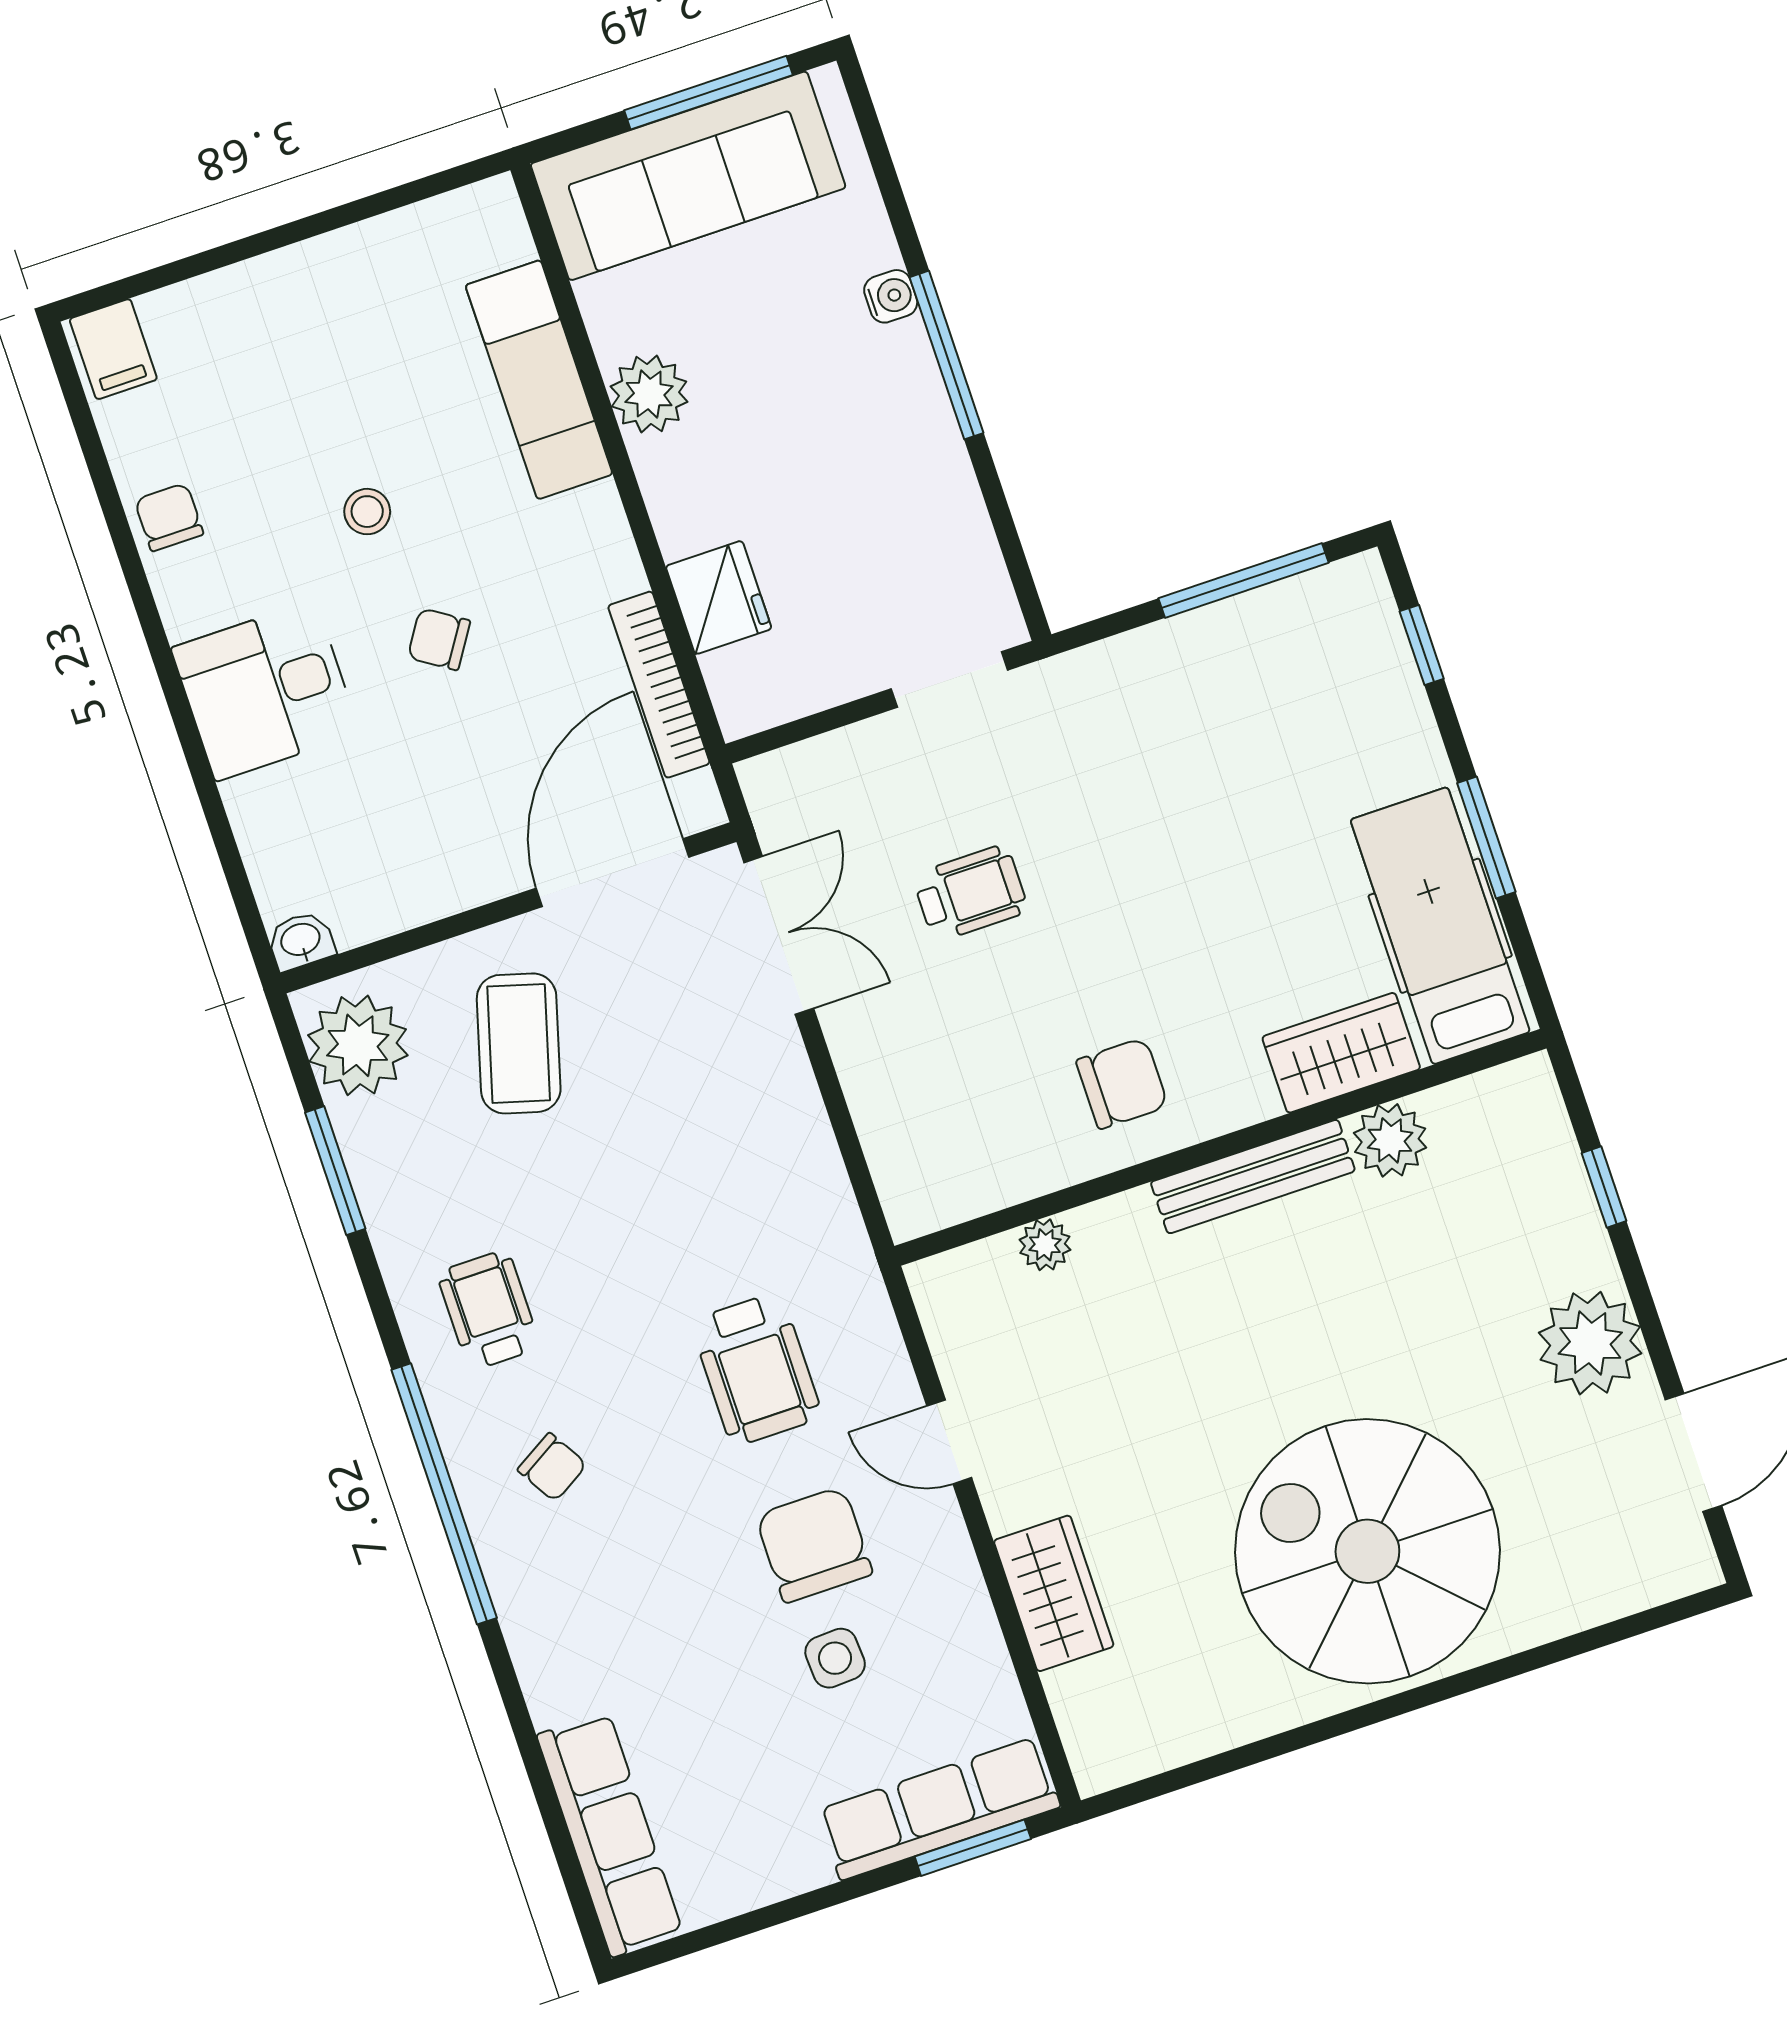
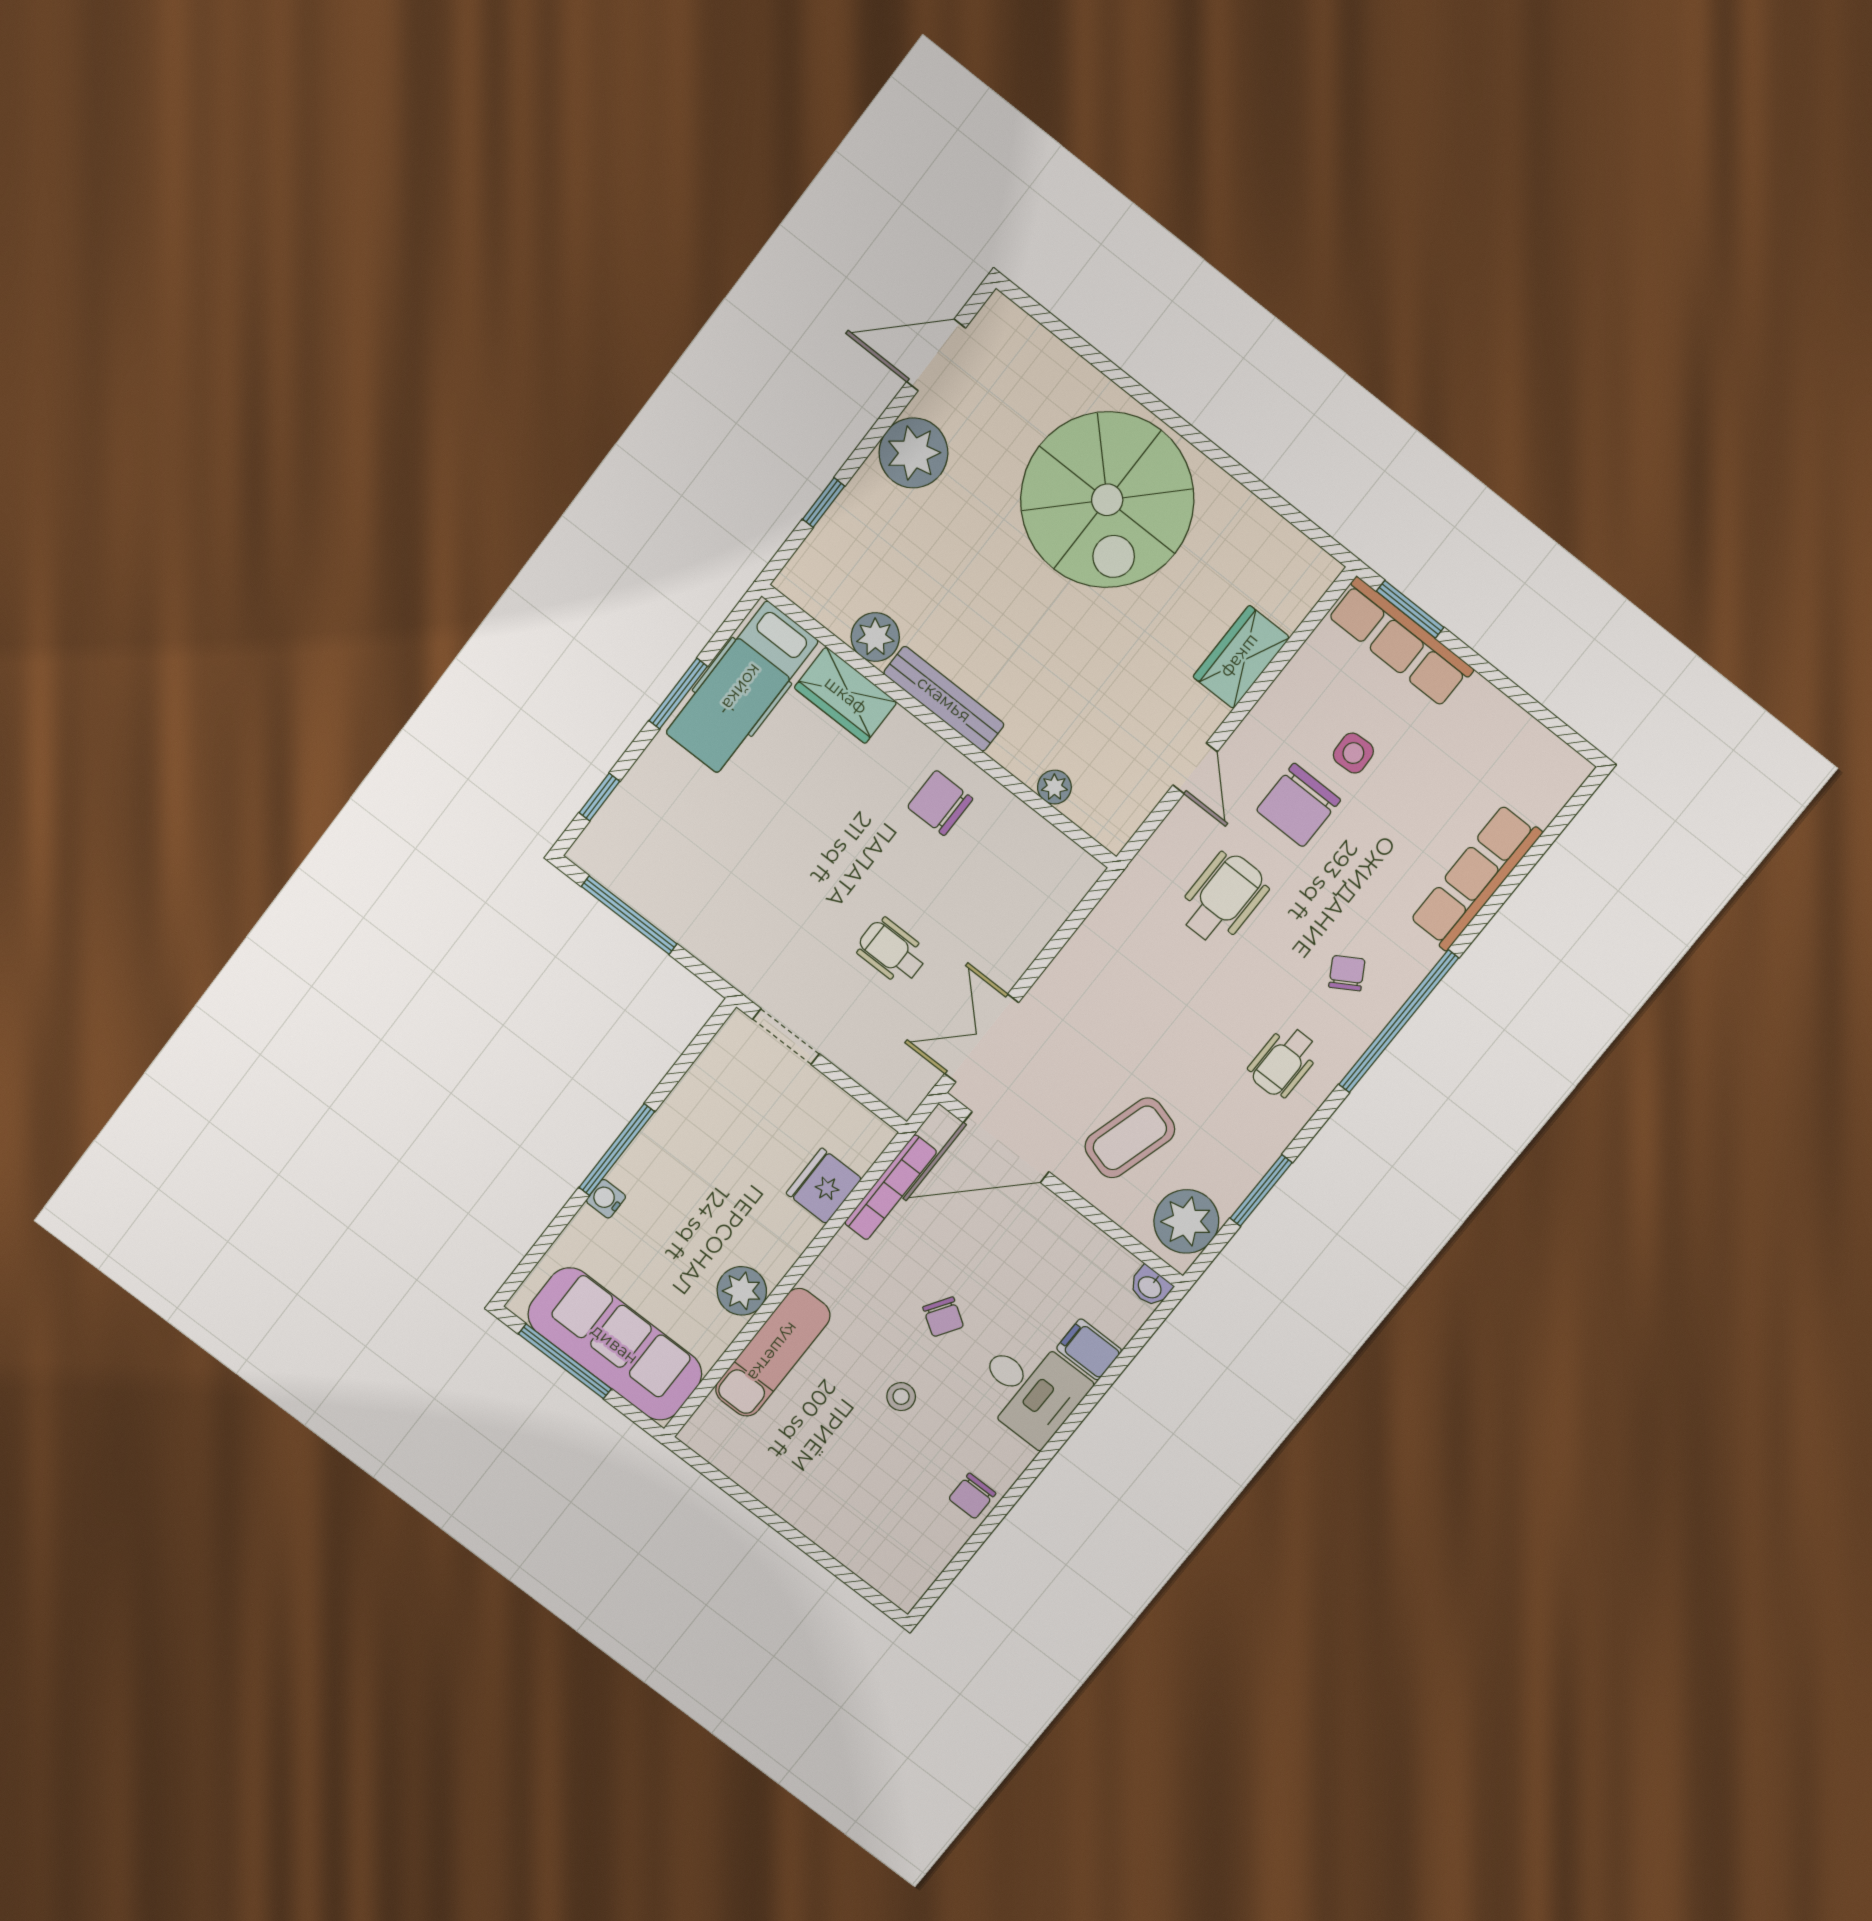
filing cabinet: (113, 349) -> (1089, 1349), moved, turned -90
row of seats: (610, 1834) -> (1476, 877), moved

